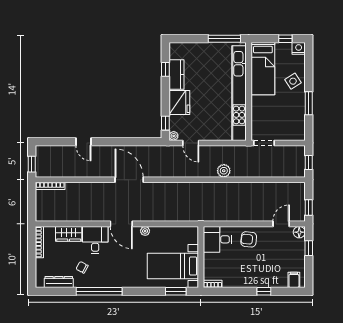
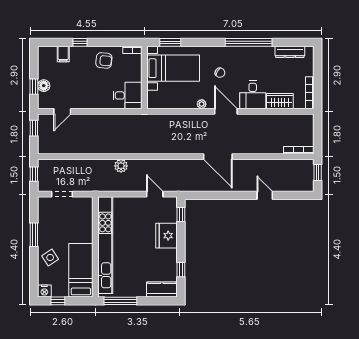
kitchen counter: (176, 74) -> (162, 290), moved, turned 90
plant: (174, 136) -> (172, 201), removed
doorway: (264, 143) -> (62, 194), moved
floor lamp: (299, 232) -> (44, 86), moved
armchair: (249, 239) -> (104, 60), moved
chair: (82, 267) -> (220, 73), moved
filing cabinet: (294, 280) -> (63, 54), moved

